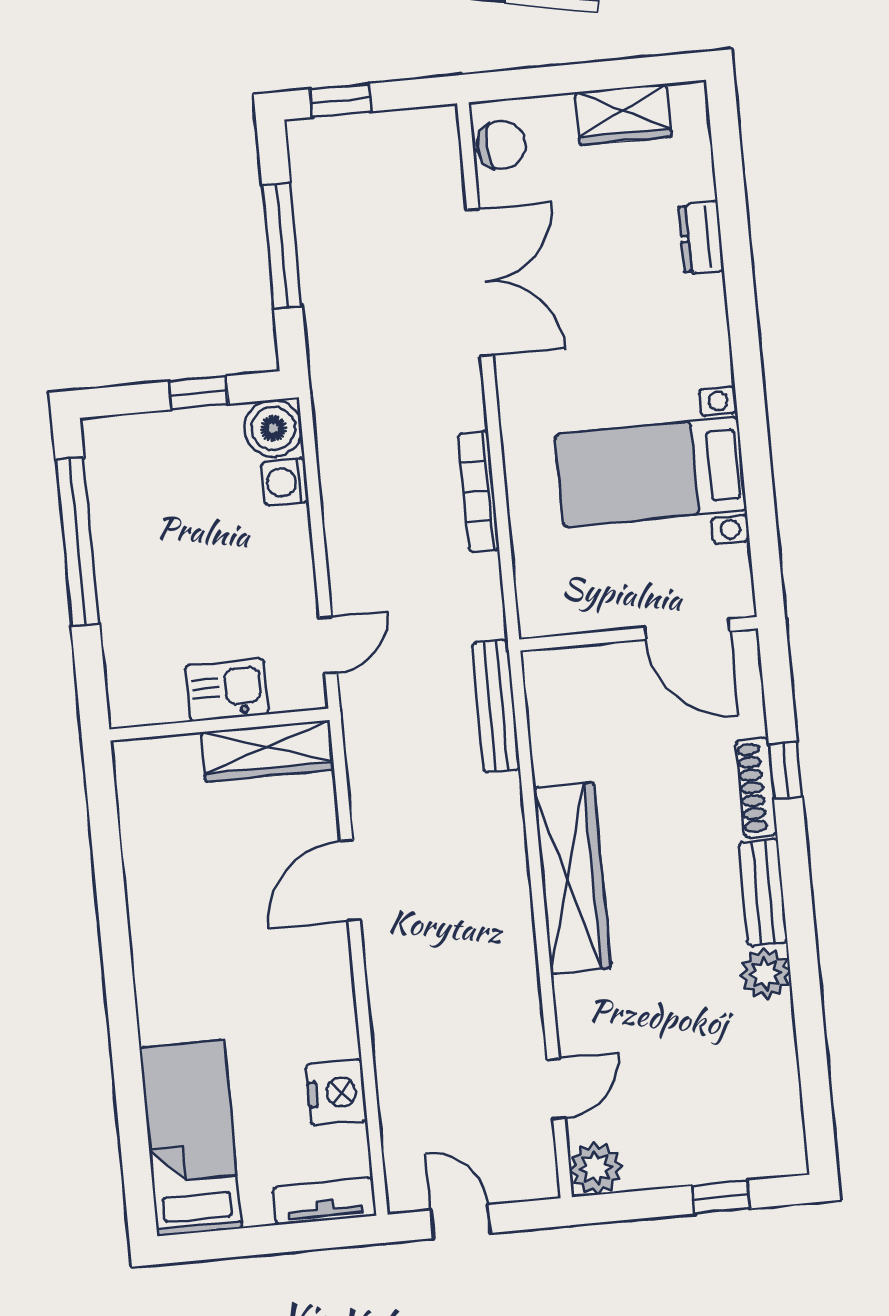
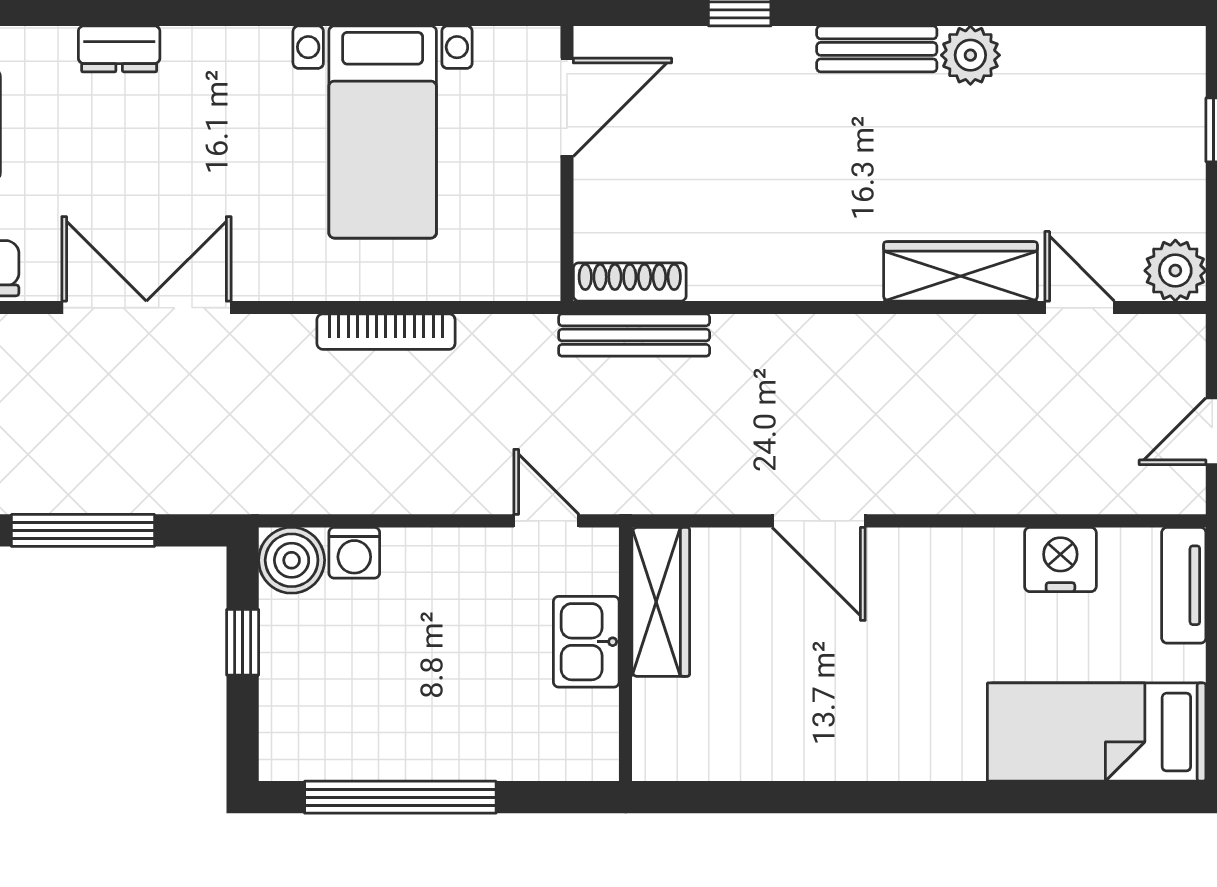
shoe rack: (756, 788) -> (630, 282), moved, turned 180
wardrobe: (572, 878) -> (960, 271), moved, width x0.71, depth x0.85

